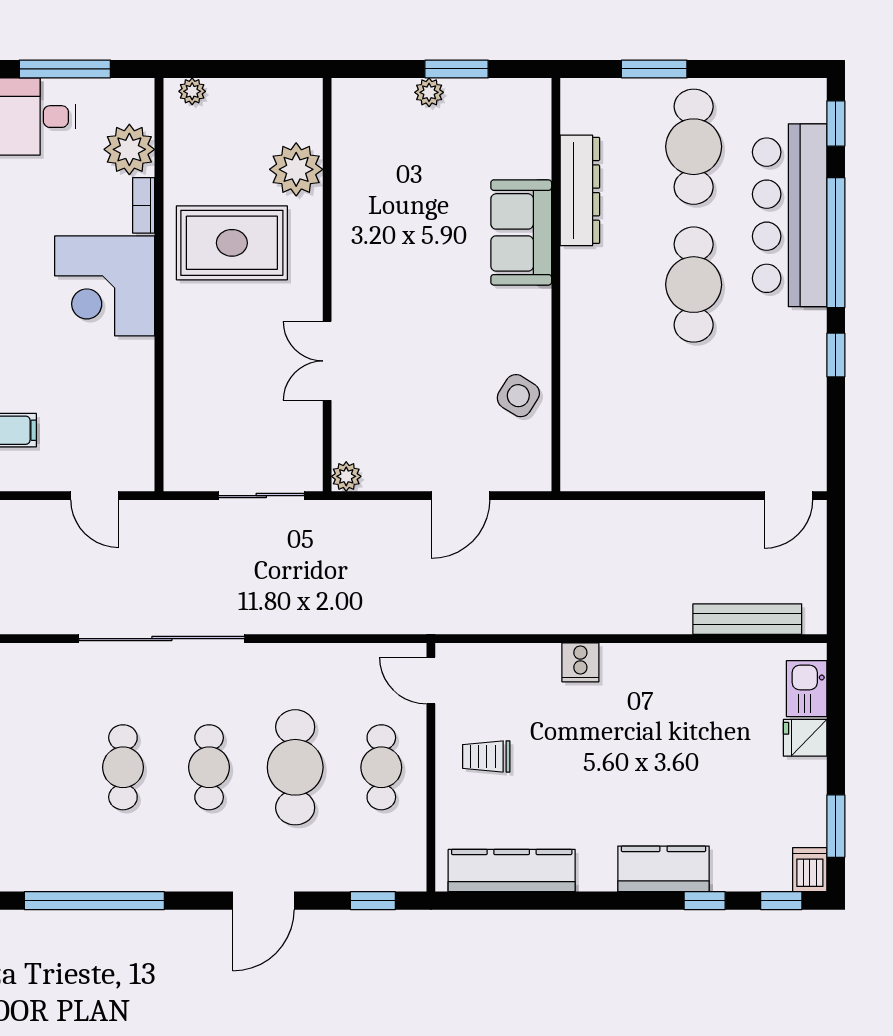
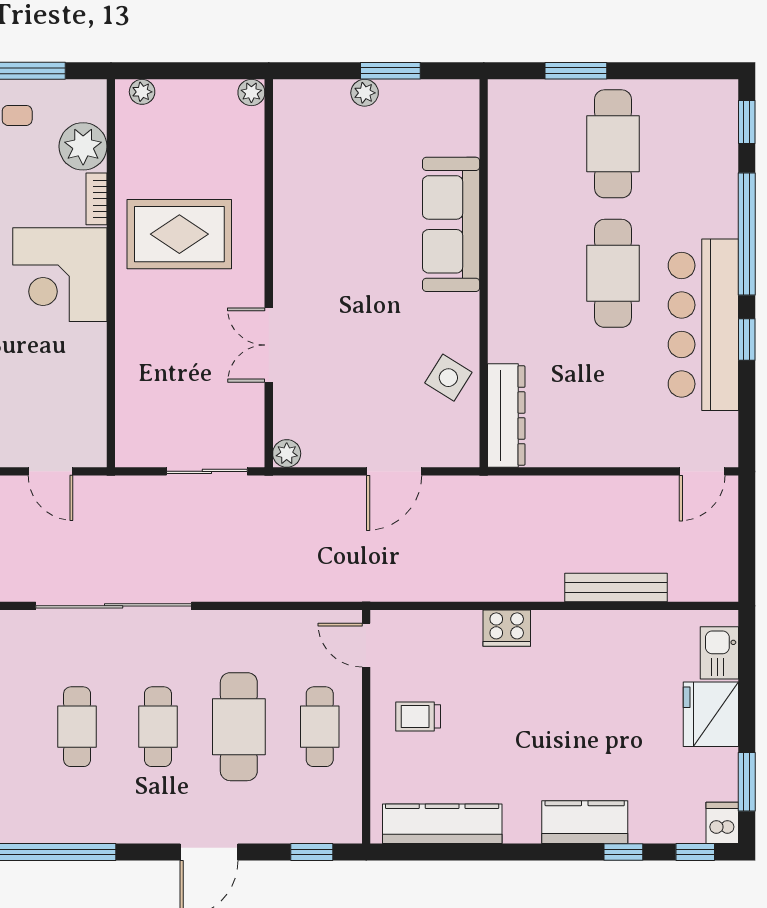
plant: (296, 169) -> (251, 93), moved, width x0.53, depth x0.53
dresser: (580, 190) -> (506, 416), moved
bar counter: (790, 215) -> (703, 325), moved
sofa: (521, 232) -> (451, 224), width x1.36
bench: (747, 619) -> (616, 587), moved
cooker: (580, 662) -> (507, 628), width x1.36
fridge: (805, 738) -> (711, 714), width x1.88, depth x1.34

